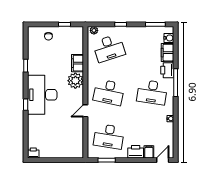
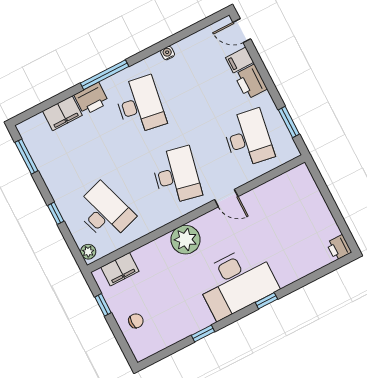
water cooler: (169, 38) -> (37, 123), removed
filing cabinet: (77, 63) -> (120, 269), moved

